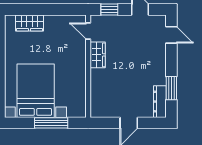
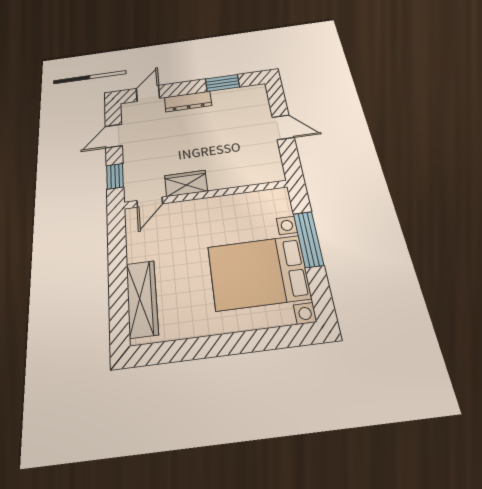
wardrobe: (29, 23) -> (142, 298), width x1.50
dresser: (160, 102) -> (188, 101), moved

